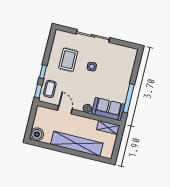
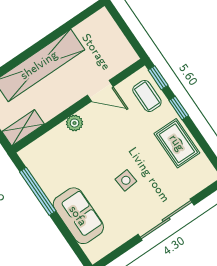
rug: (68, 60) -> (177, 143), moved
sofa: (108, 109) -> (78, 216), moved, turned -90
boiler: (37, 134) -> (101, 23), removed

